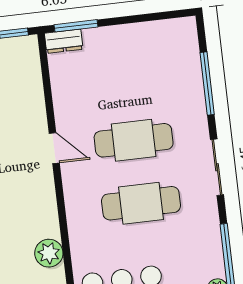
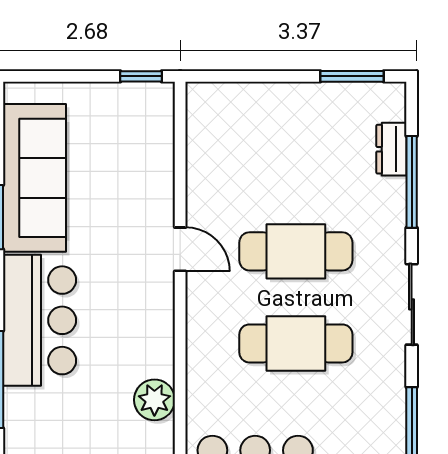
window: (76, 26) -> (352, 76), moved
dresser: (64, 41) -> (391, 149), moved, turned 90

